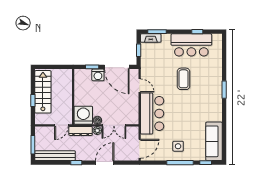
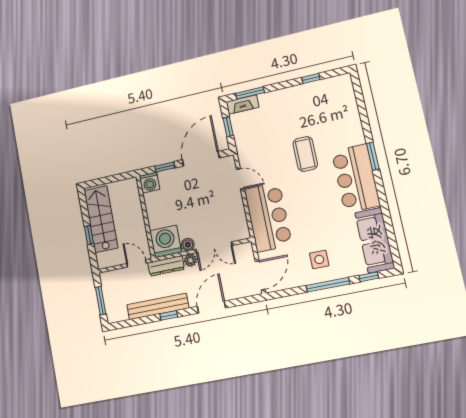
bar counter: (191, 45) -> (356, 178), moved, turned 90
door: (117, 67) -> (201, 159), swing flipped
washing machine: (98, 75) -> (150, 183), moved
door: (61, 125) -> (136, 263), swing flipped
bench: (55, 156) -> (158, 306), moved

